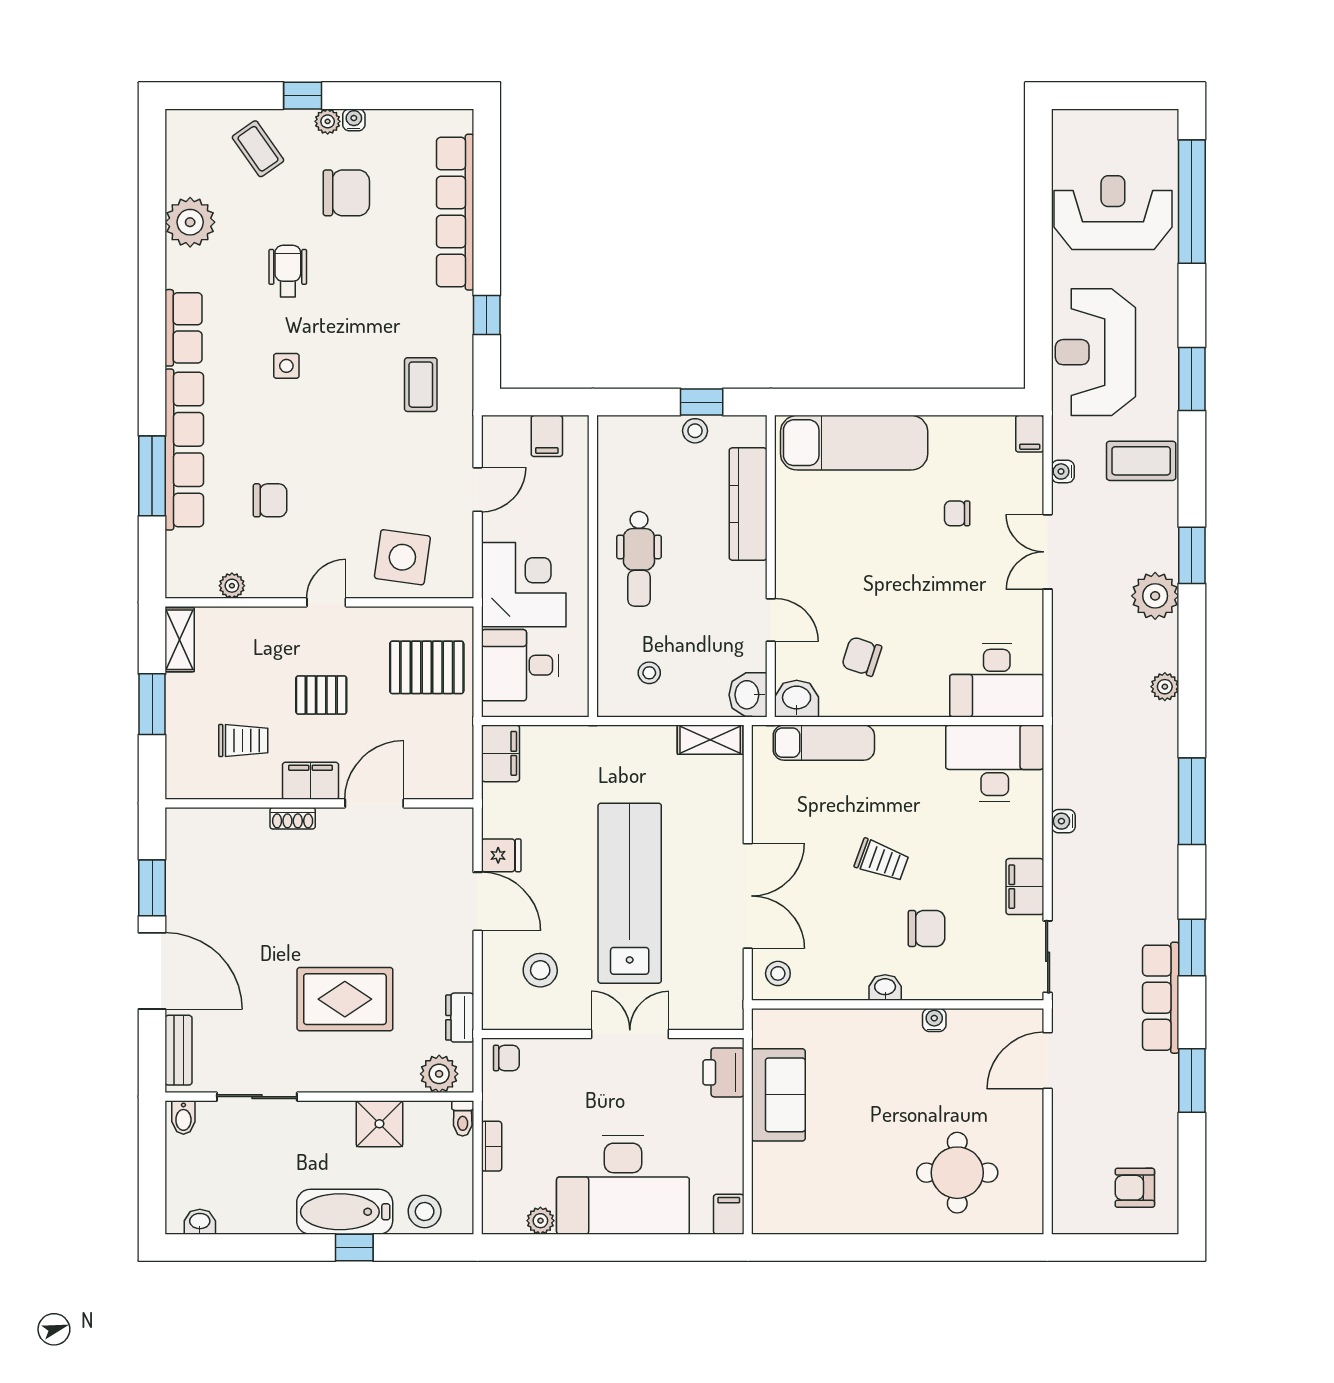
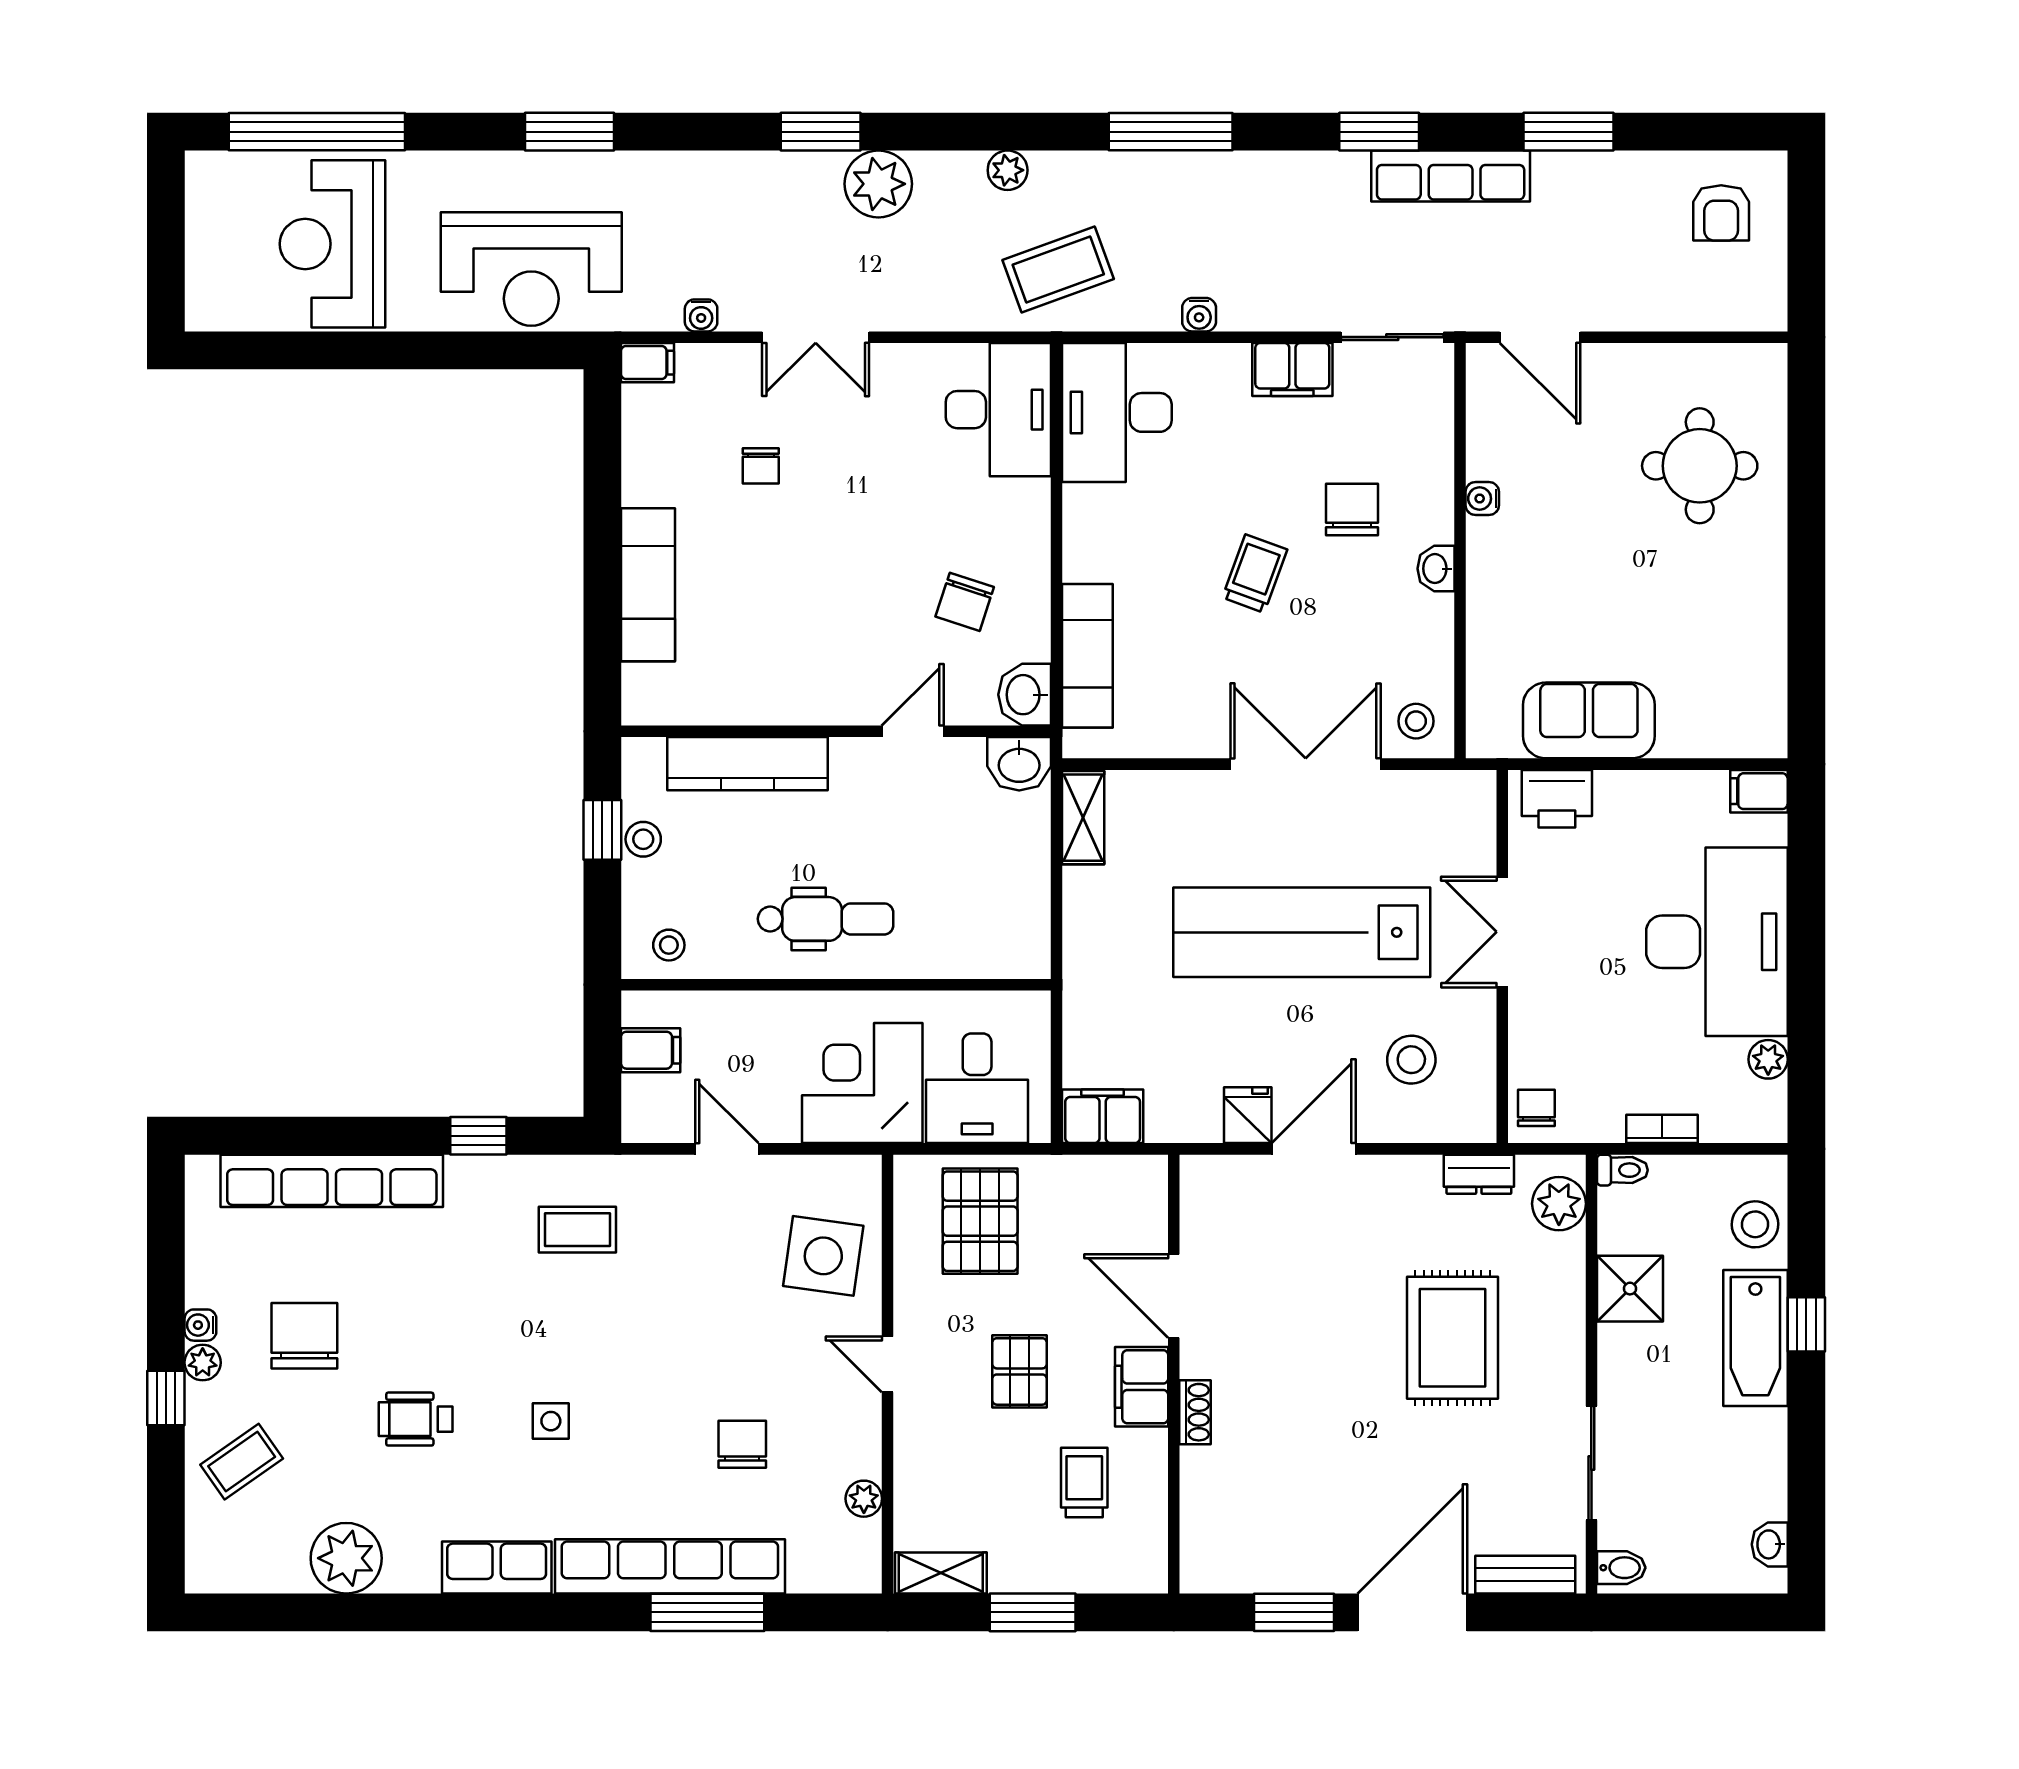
exam couch: (854, 443) -> (648, 585), width x0.73, depth x0.69
coffee table: (1141, 461) -> (1058, 270), moved, turned 70
stool: (649, 673) -> (669, 945), moved

